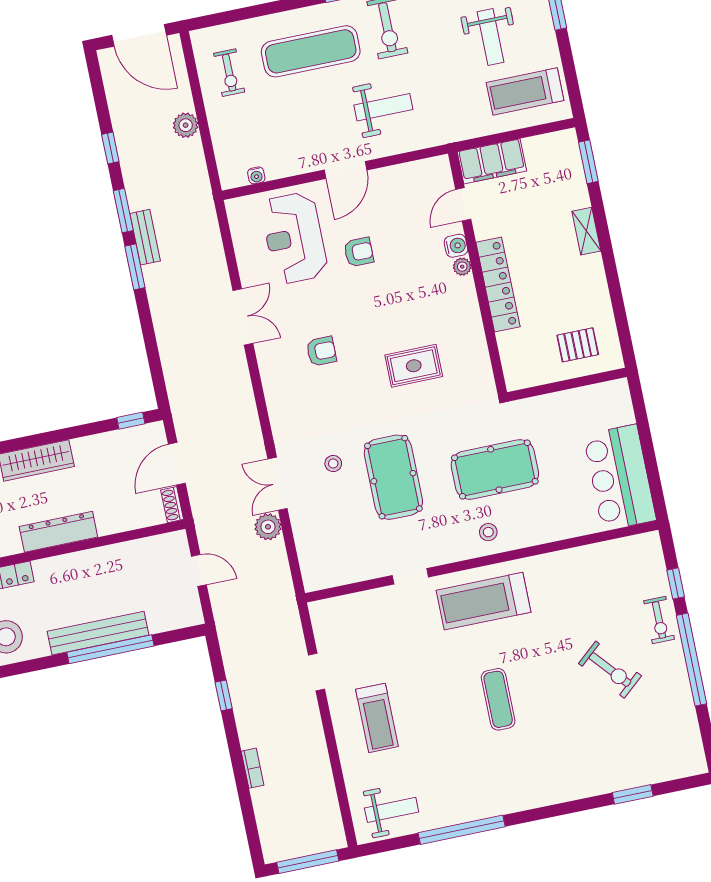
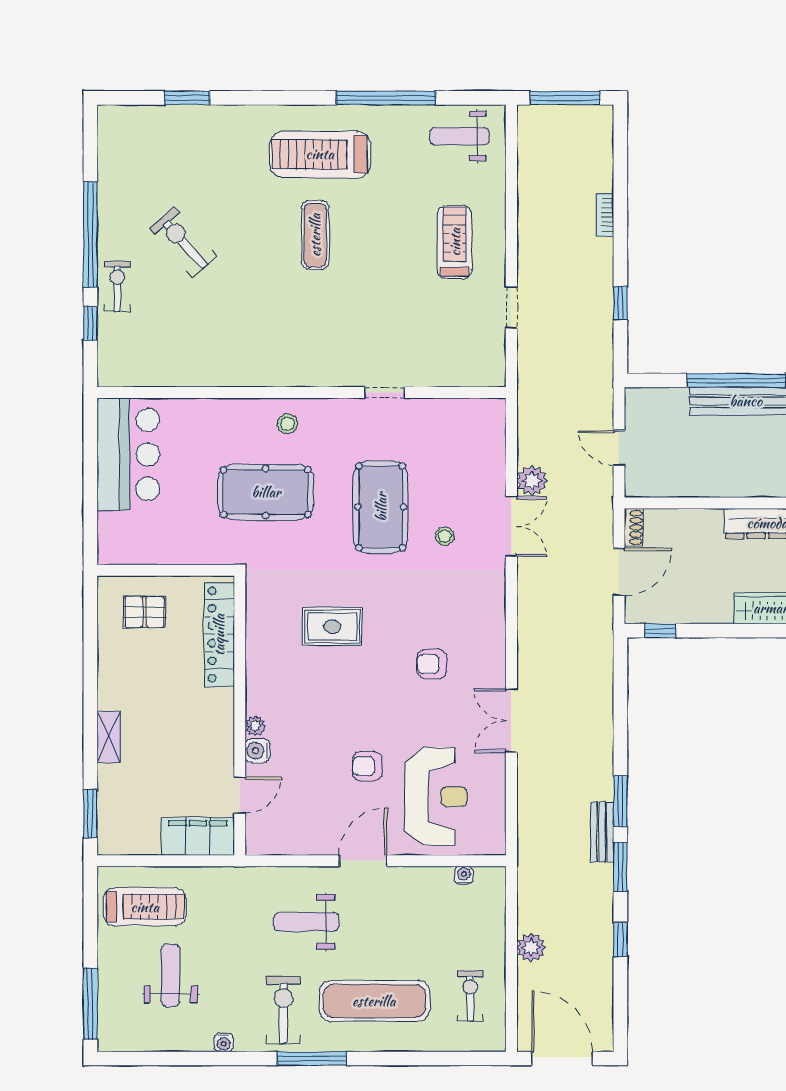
locker: (498, 285) -> (219, 635), moved
treadmill: (483, 601) -> (320, 154), moved, turned 180

